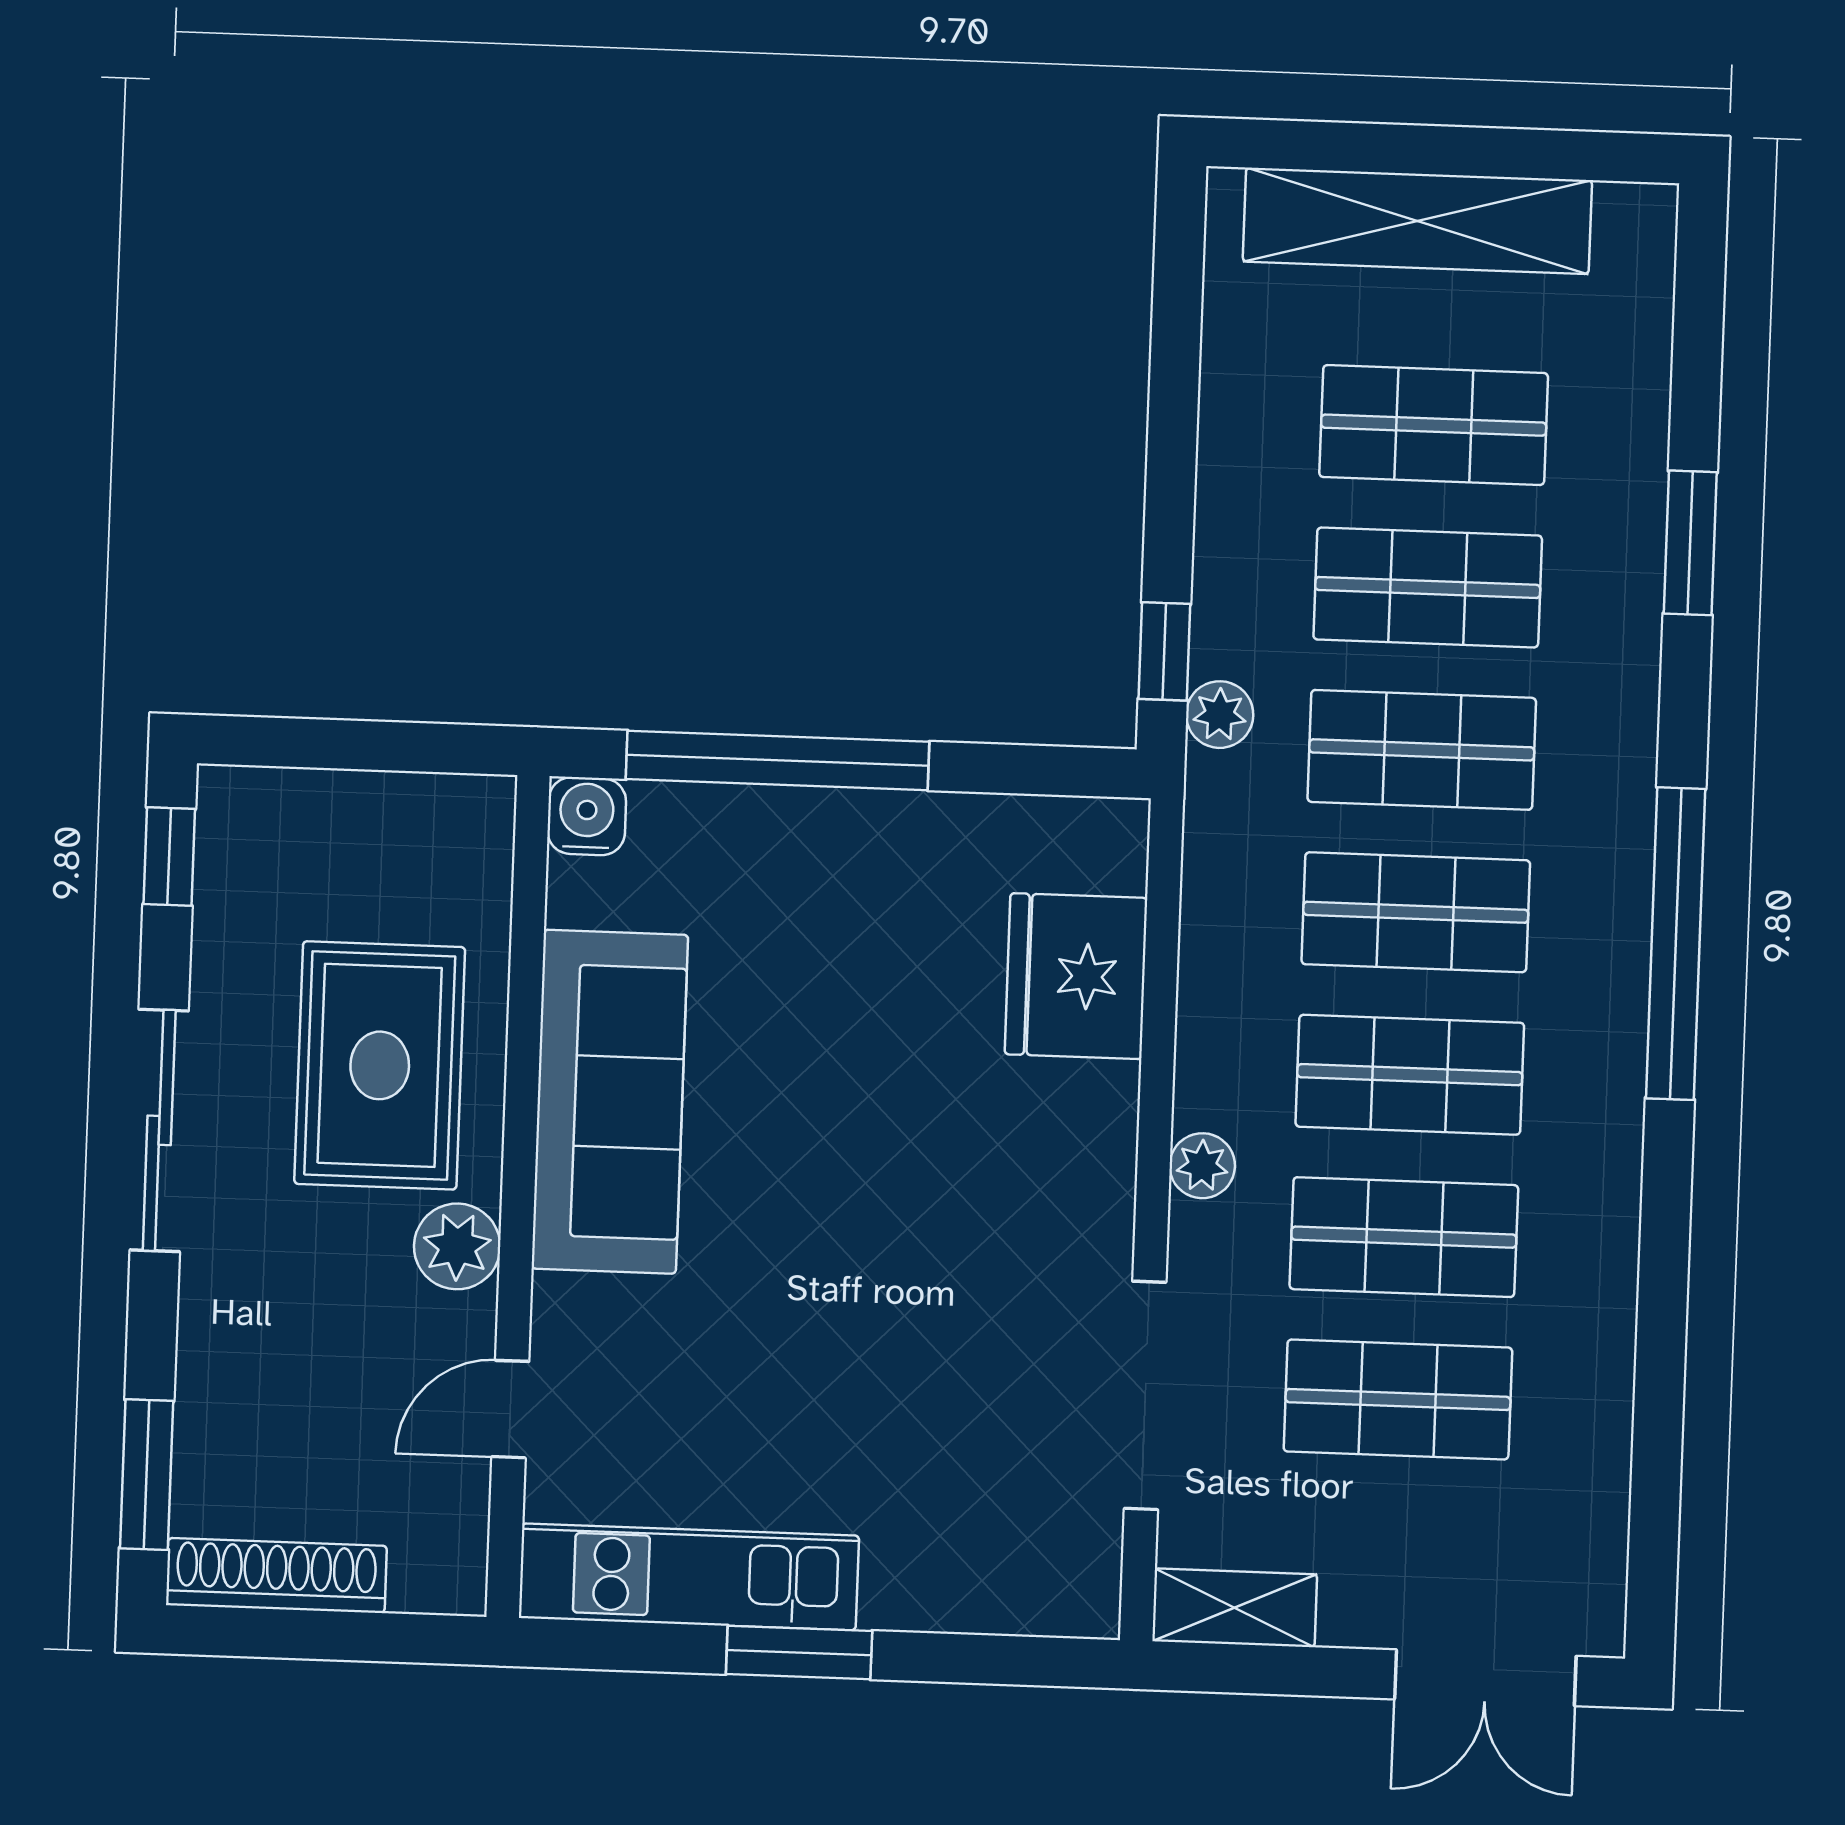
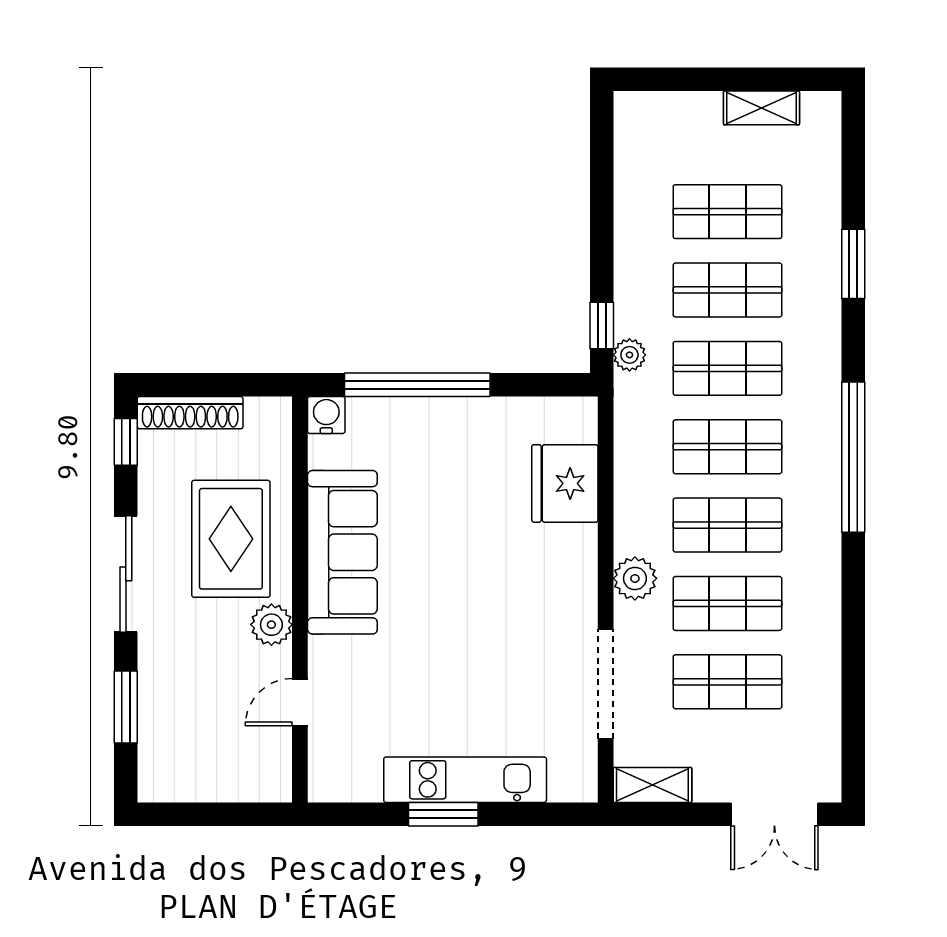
shelving: (1417, 221) -> (761, 108), width x0.45, depth x0.75
plant: (1202, 1166) -> (635, 578), width x1.38, depth x1.38
window: (147, 1475) -> (126, 707), moved
shoe rack: (276, 1575) -> (190, 413), moved, turned 180
kitchen unit: (689, 1577) -> (465, 780), moved

